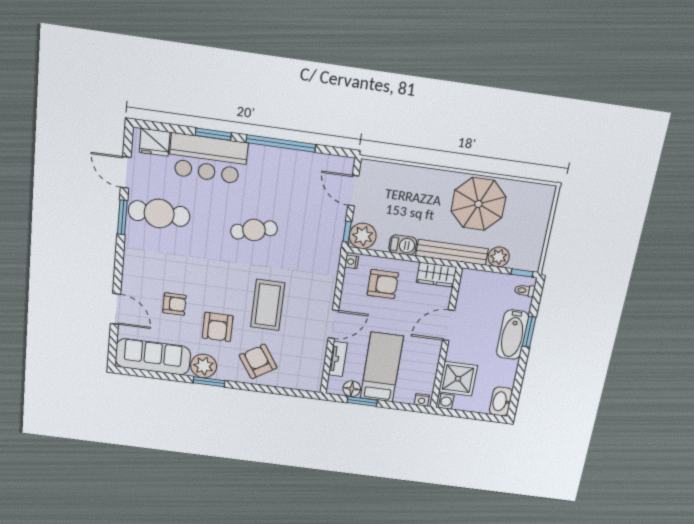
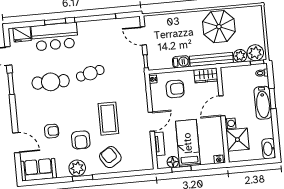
cafe table: (159, 214) -> (51, 82), moved
plant: (363, 236) -> (255, 53), moved
sofa: (153, 357) -> (38, 170), width x0.73
washing machine: (445, 401) -> (230, 123), moved

